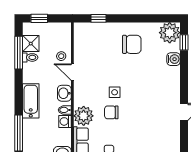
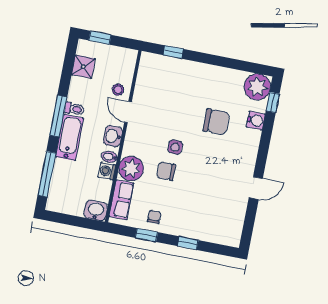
chair: (132, 44) -> (216, 122), moved
window: (19, 53) -> (58, 116), moved
toilet: (30, 57) -> (74, 109), moved

